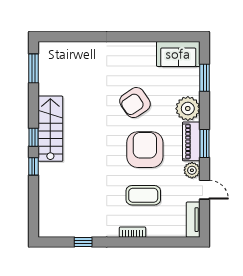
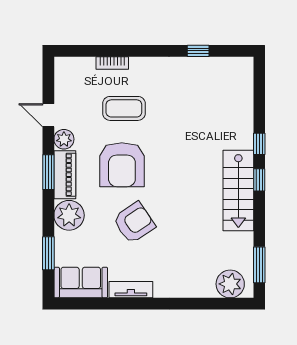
plant: (57, 53) -> (230, 284), added
tv unit: (193, 220) -> (131, 290), moved, turned -90
bookcase: (133, 232) -> (112, 63), moved

